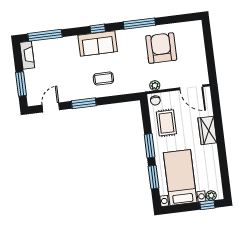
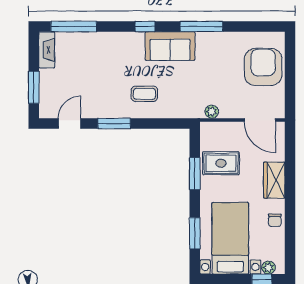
sofa: (98, 43) -> (170, 46), moved
armchair: (161, 48) -> (263, 67), moved
chair: (155, 100) -> (275, 220), moved
rug: (166, 123) -> (221, 163), turned 90
window: (150, 146) -> (195, 174), moved

